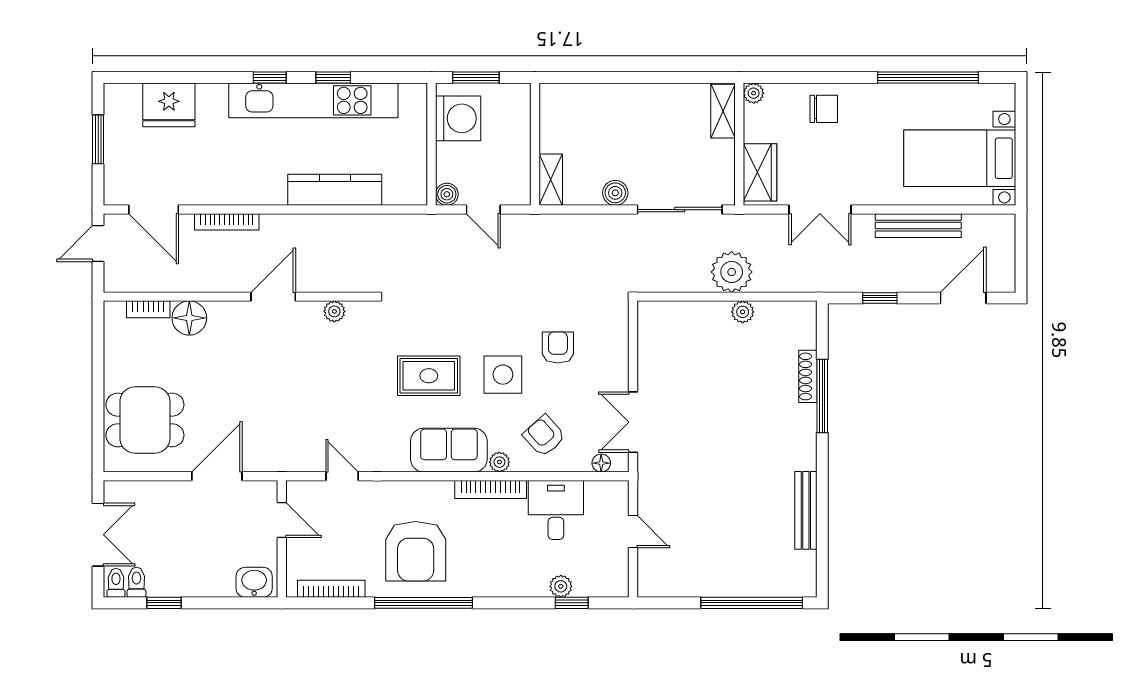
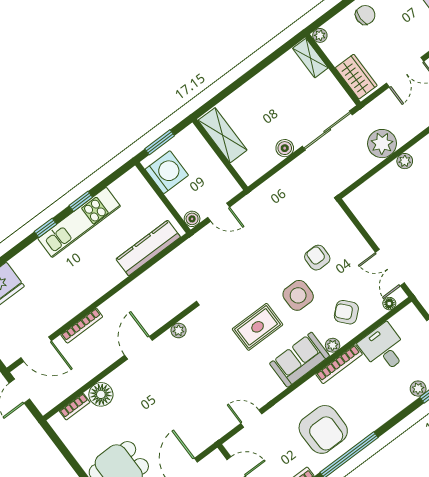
kitchen unit: (313, 100) -> (79, 222), width x0.73
shelving: (551, 180) -> (223, 135), moved, width x1.50, depth x1.33
kitchen counter: (335, 190) -> (148, 248), moved

